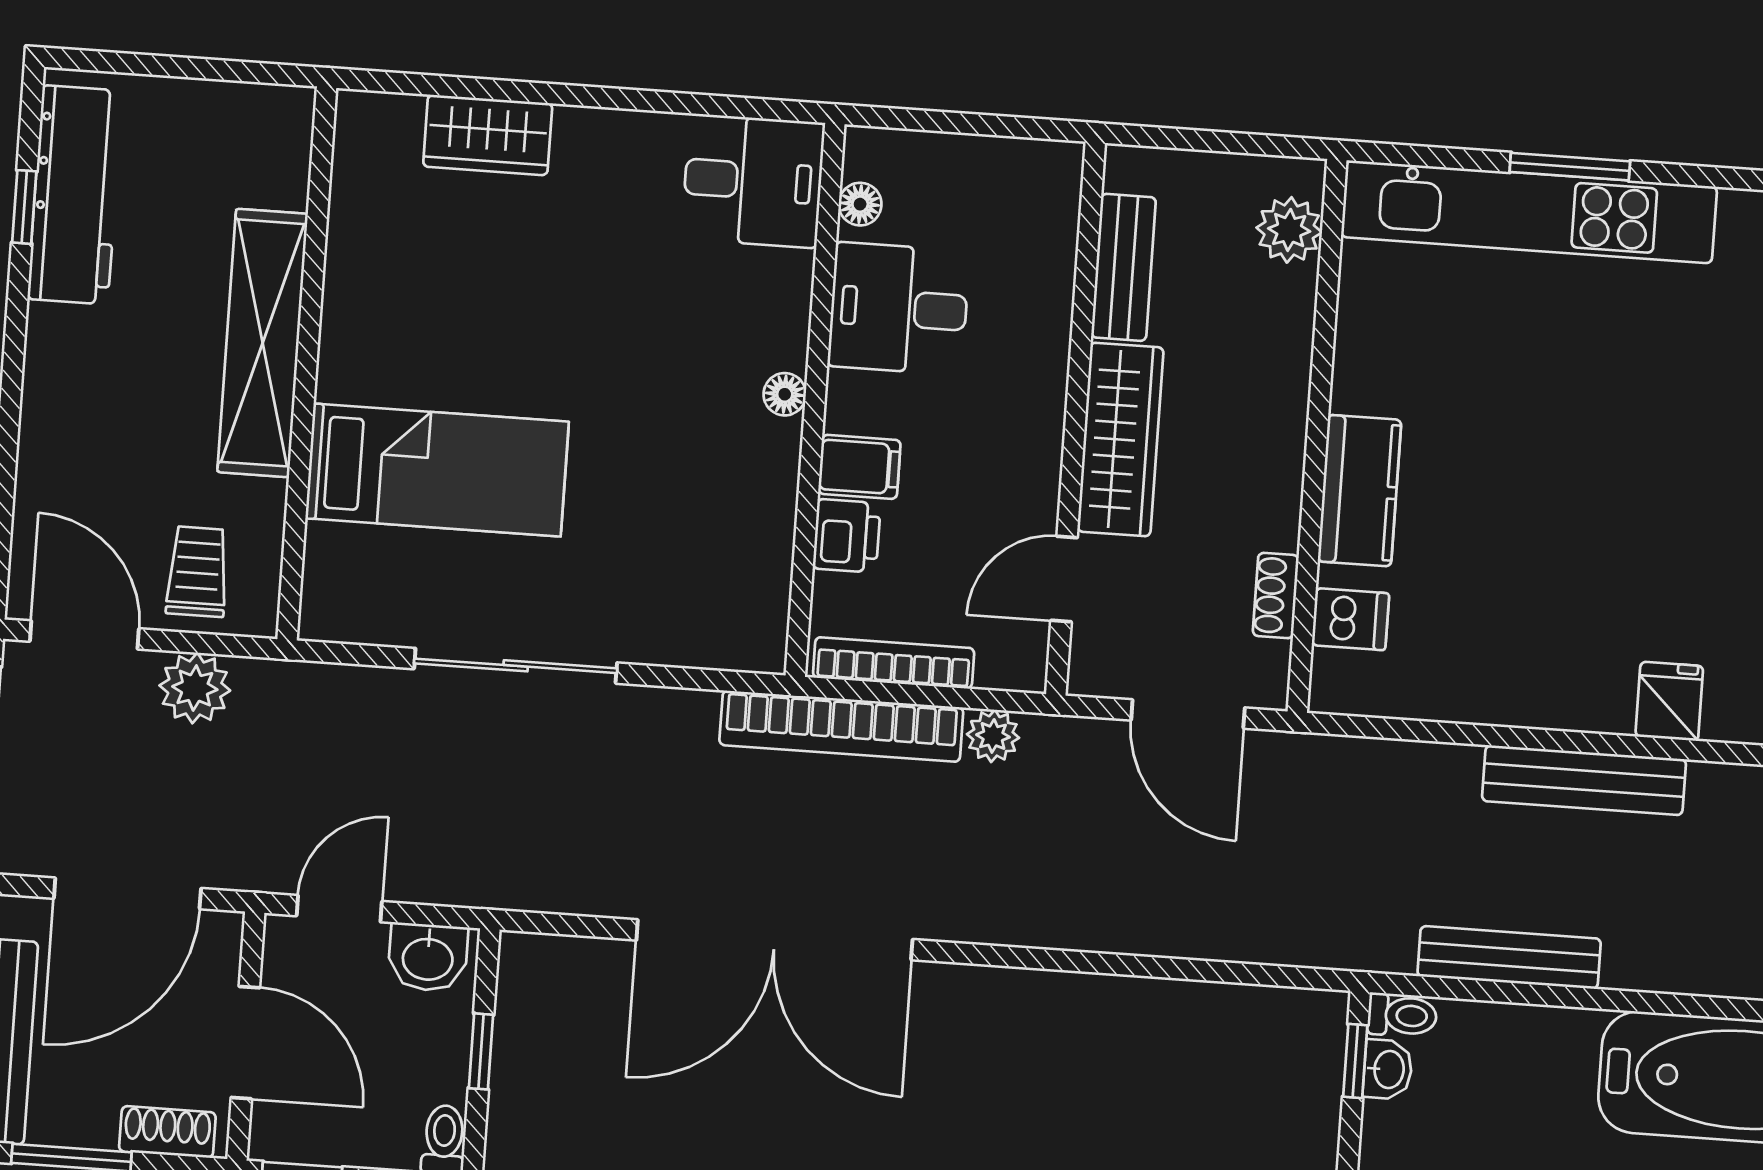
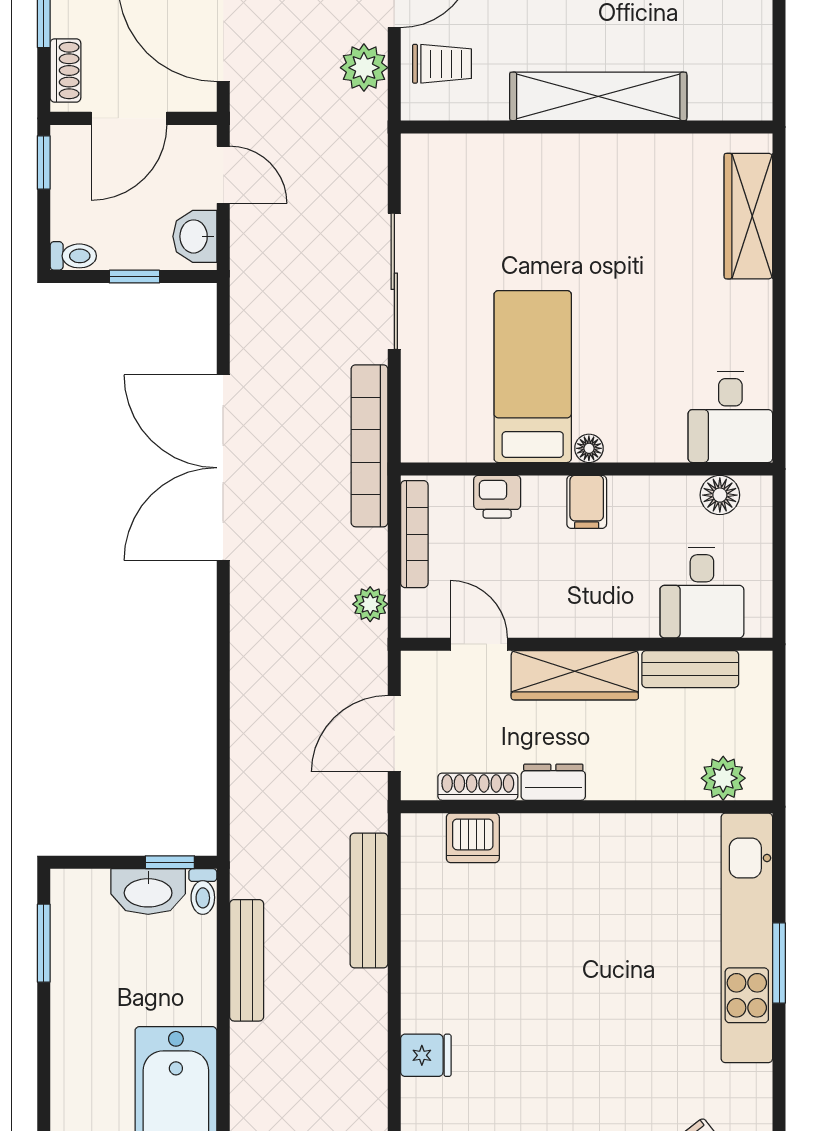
wardrobe: (488, 135) -> (748, 216), width x1.50
floor lamp: (860, 204) -> (720, 495), width x1.37, depth x1.37
desk: (899, 309) -> (702, 593), moved, turned 180
filing cabinet: (859, 467) -> (587, 502), moved
bed: (437, 470) -> (533, 377), moved, turned 180
dresser: (1277, 483) -> (553, 782), added
kitchen counter: (1360, 491) -> (552, 838), removed
shoe rack: (1276, 596) -> (478, 787), width x1.43
dishwasher: (1350, 619) -> (473, 838), width x1.38
bookcase: (841, 726) -> (369, 446), moved
bench: (1584, 780) -> (369, 900), moved
washbasin: (1388, 1069) -> (148, 891), width x1.91, depth x1.45

